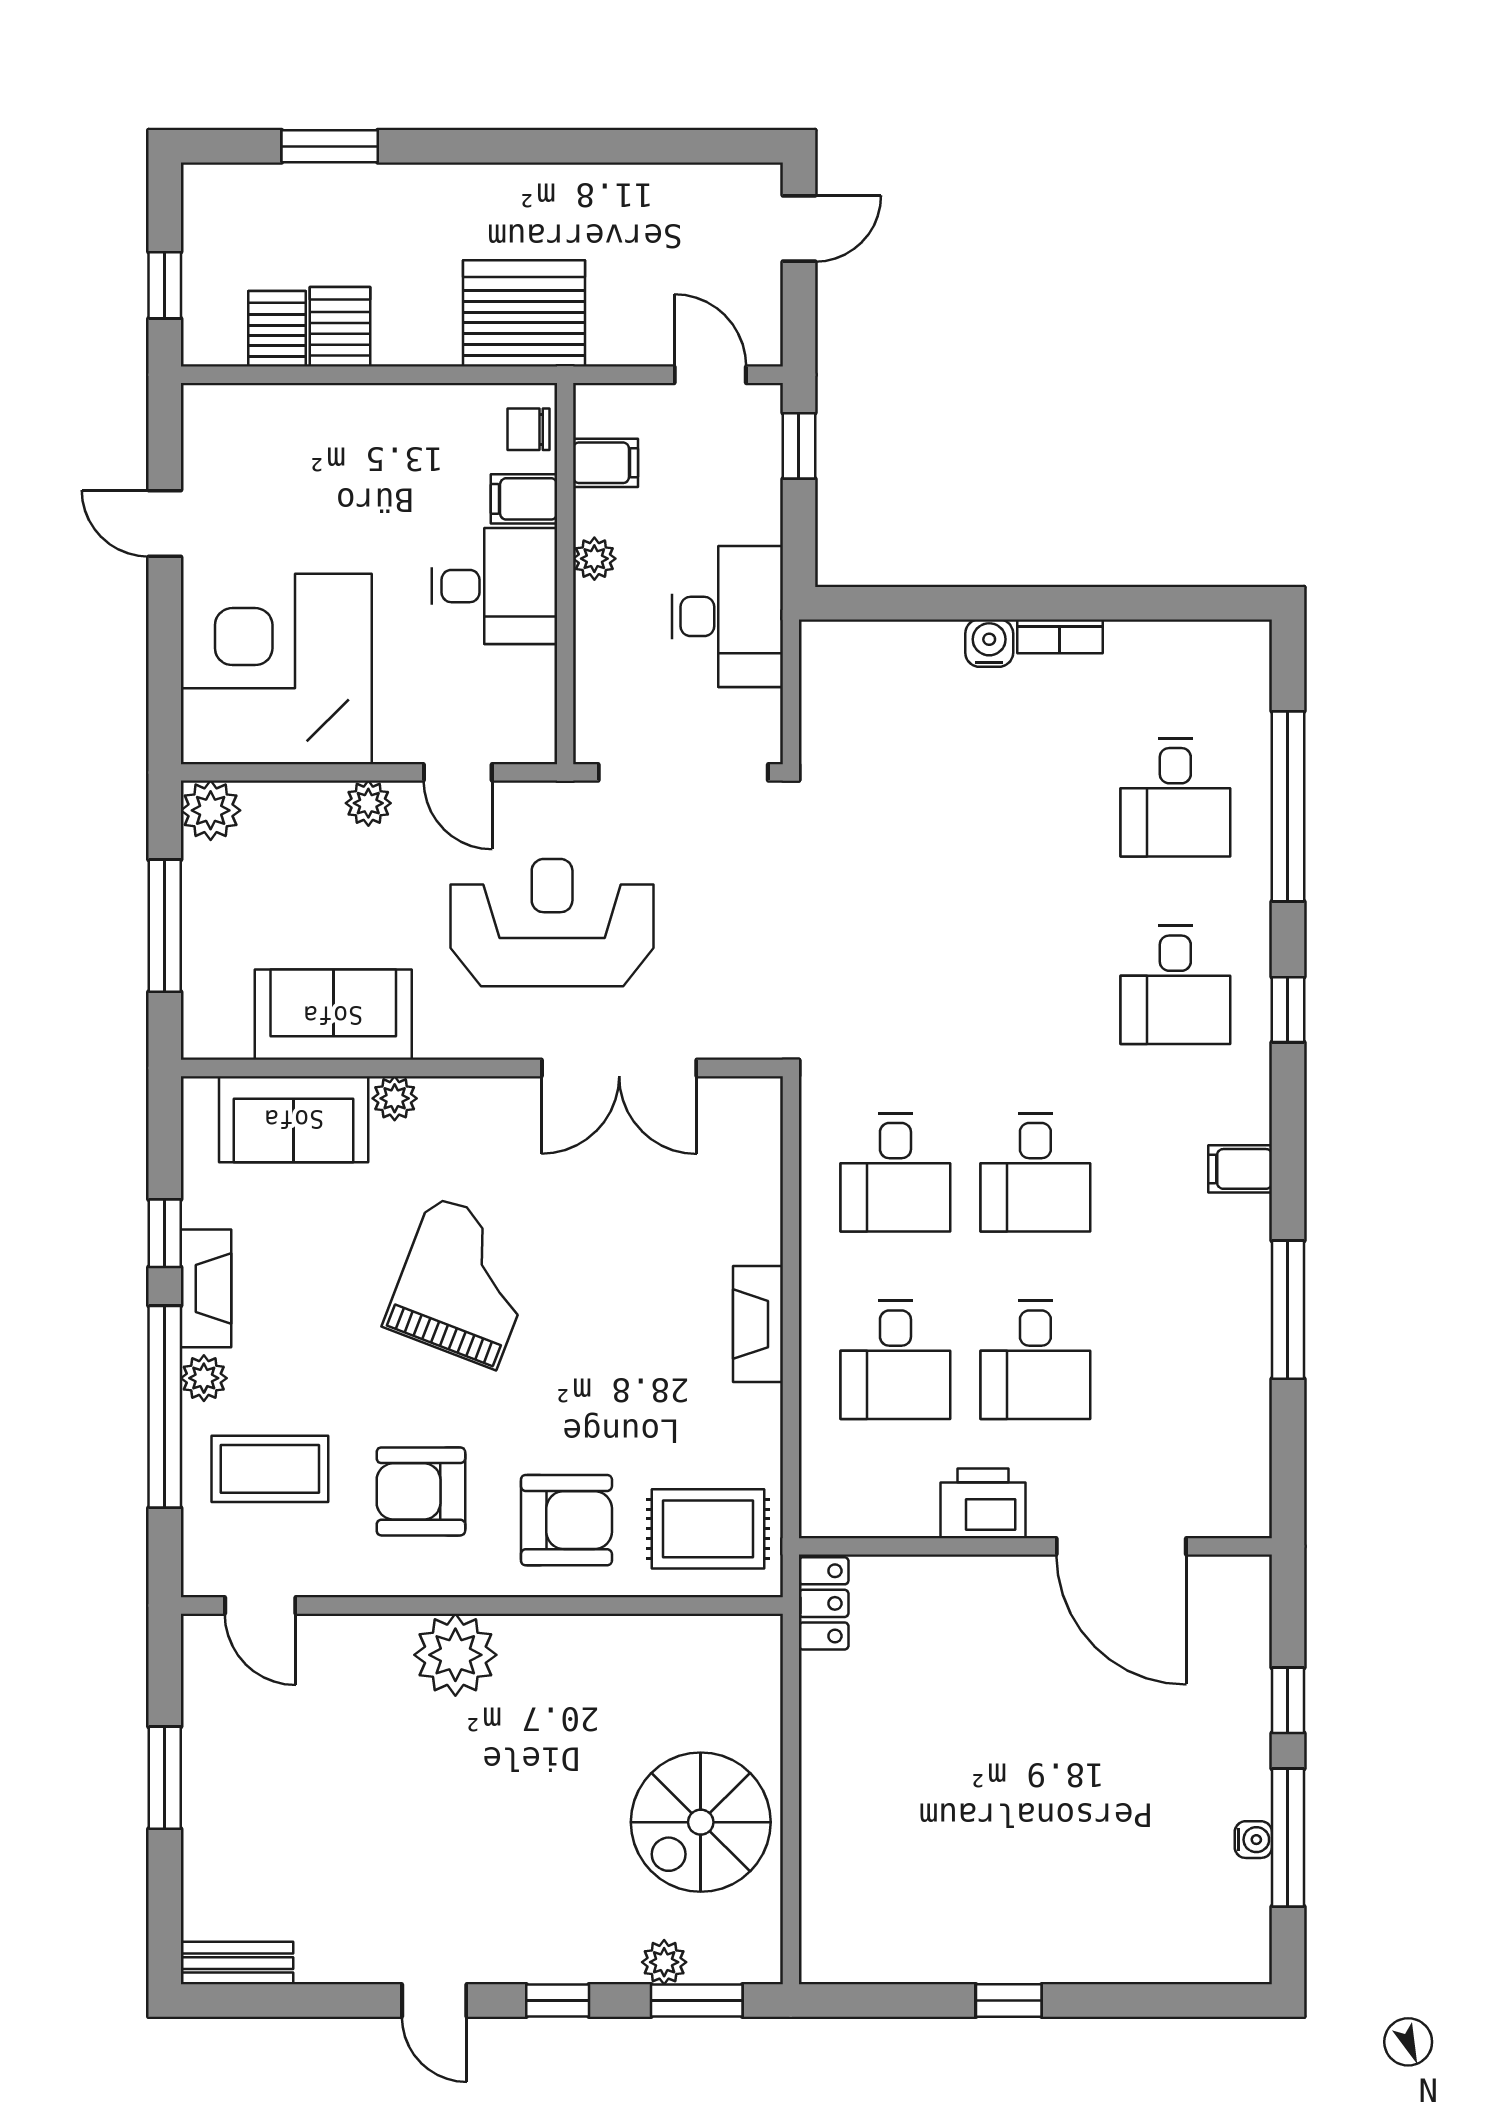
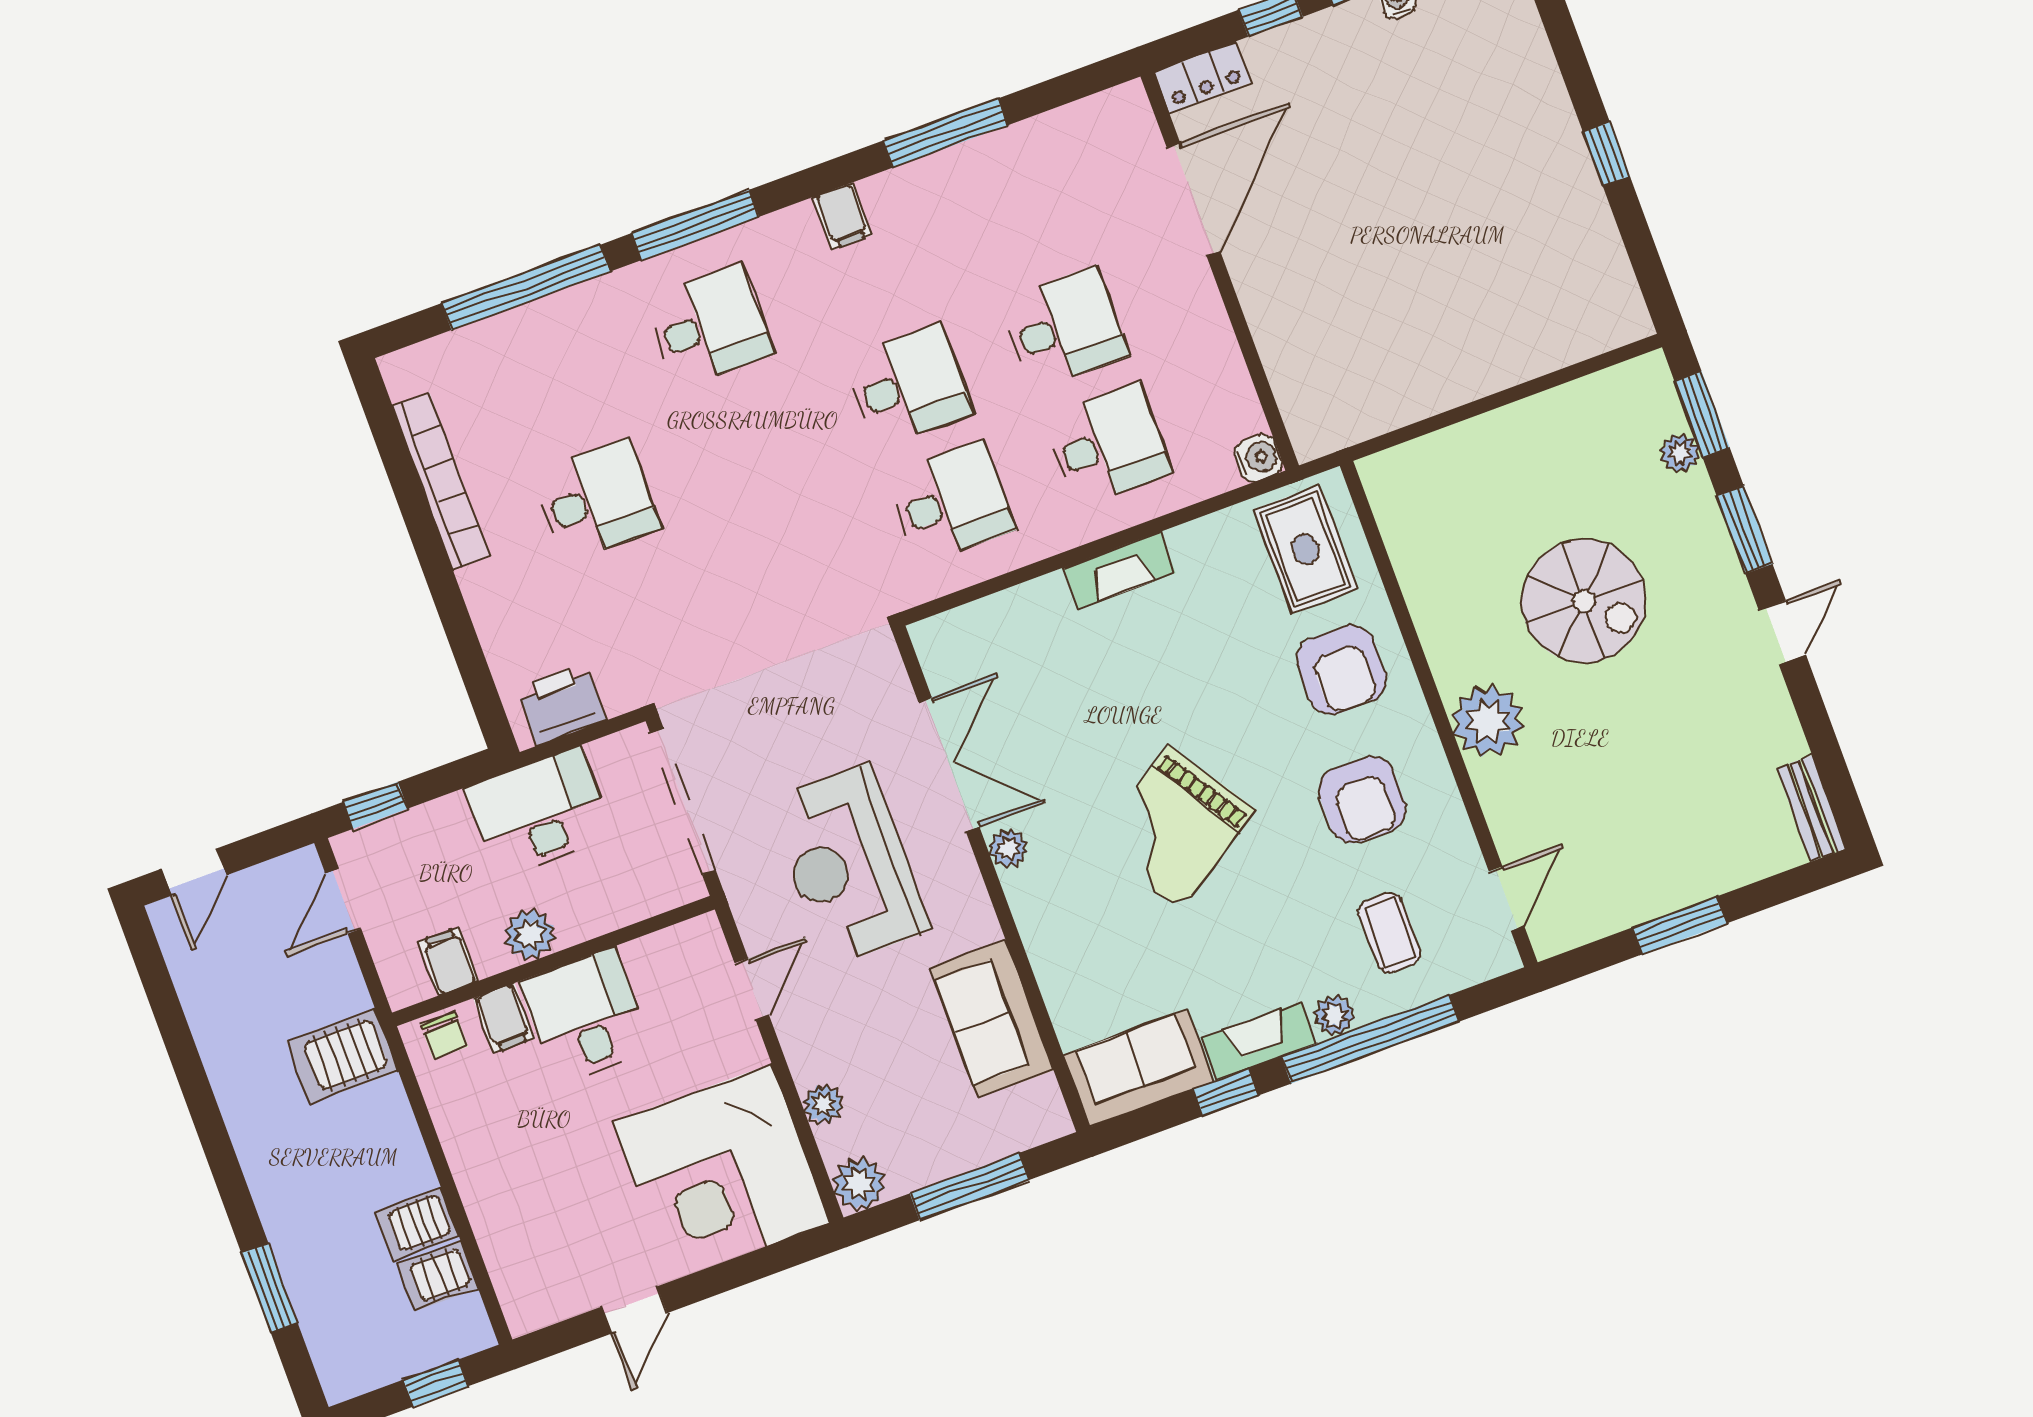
door: (799, 228) -> (194, 872), swing flipped
server rack: (524, 313) -> (342, 1056), width x0.62
plant: (594, 559) -> (530, 935), width x1.38, depth x1.38
bookcase: (1060, 636) -> (441, 481), width x2.31, depth x1.31
water cooler: (989, 643) -> (1258, 458), moved, turned 180
desk: (1175, 798) -> (596, 500), moved
plant: (368, 803) -> (823, 1104), moved
window: (1288, 1010) -> (695, 225), width x2.17
plant: (395, 1098) -> (1008, 848), moved
sofa: (294, 1119) -> (1139, 1068), moved, turned -90
grand piano: (464, 1282) -> (1175, 828), turned -54
coffee table: (270, 1469) -> (1390, 933), width x0.73, depth x0.77
printer: (983, 1503) -> (561, 704), moved, turned 90
armchair: (566, 1520) -> (1342, 670), turned 180
locker: (824, 1603) -> (1202, 77), moved, turned 180
spiral stairs: (701, 1822) -> (1584, 601), moved
window: (558, 2001) -> (1745, 530), width x1.50

